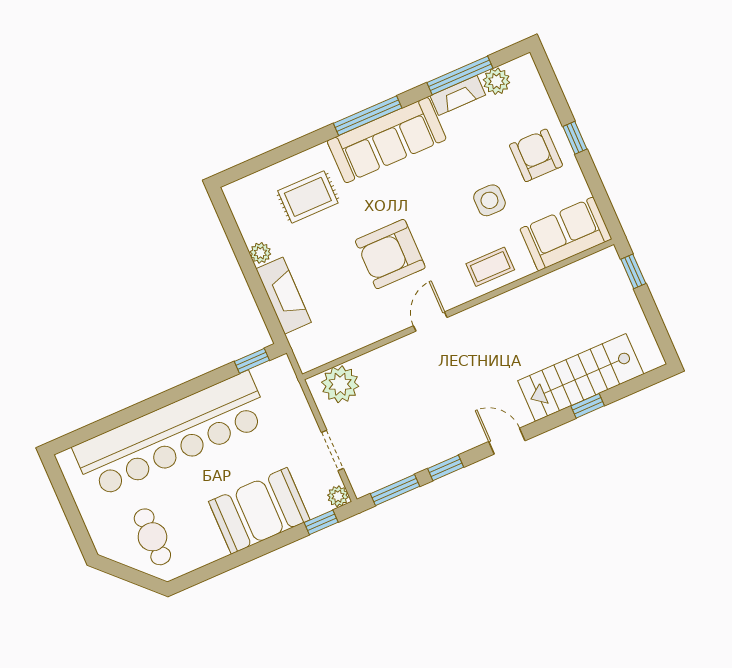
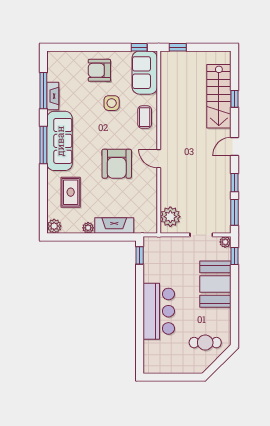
plant: (497, 81) -> (54, 226), moved
window: (575, 138) -> (139, 47), moved
bar counter: (171, 435) -> (159, 311), width x0.54

